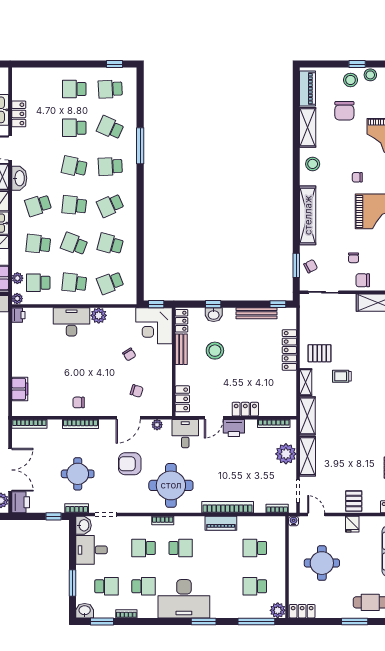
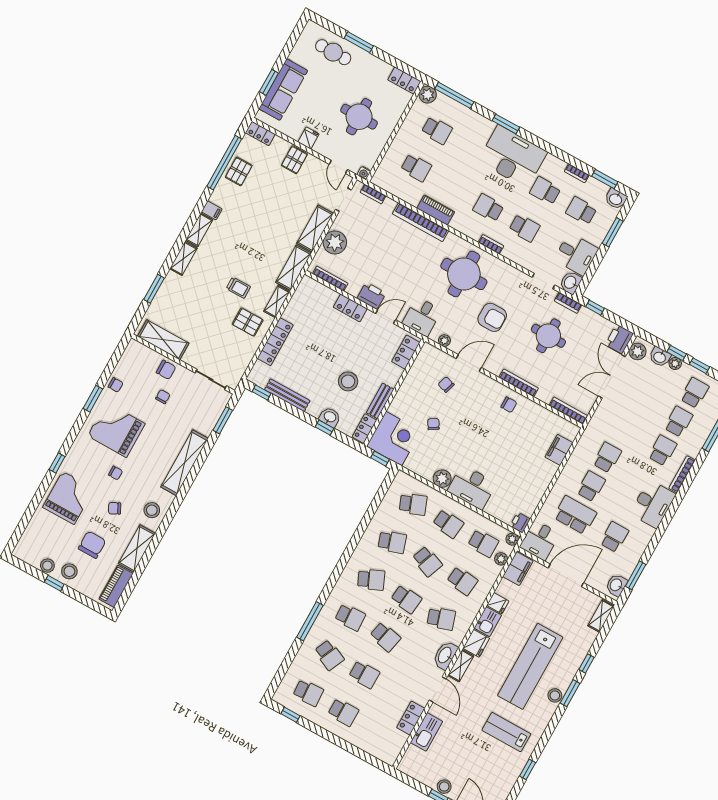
school desk: (110, 244) -> (392, 542), turned -33
chair: (311, 266) -> (115, 508), moved

